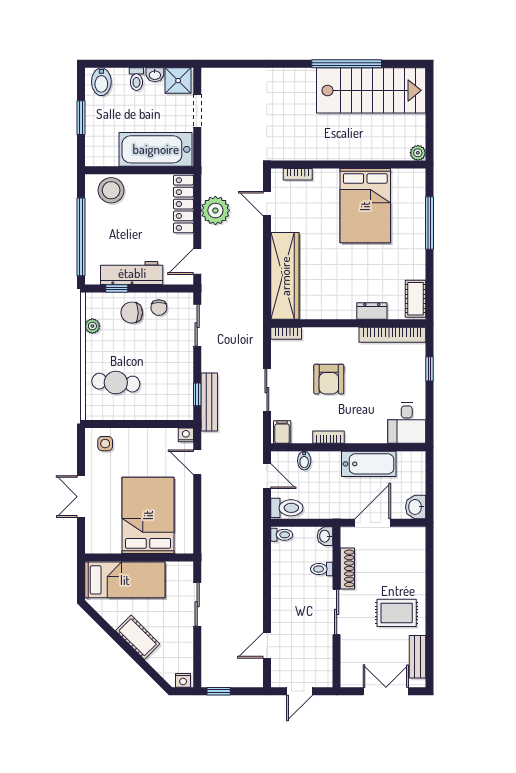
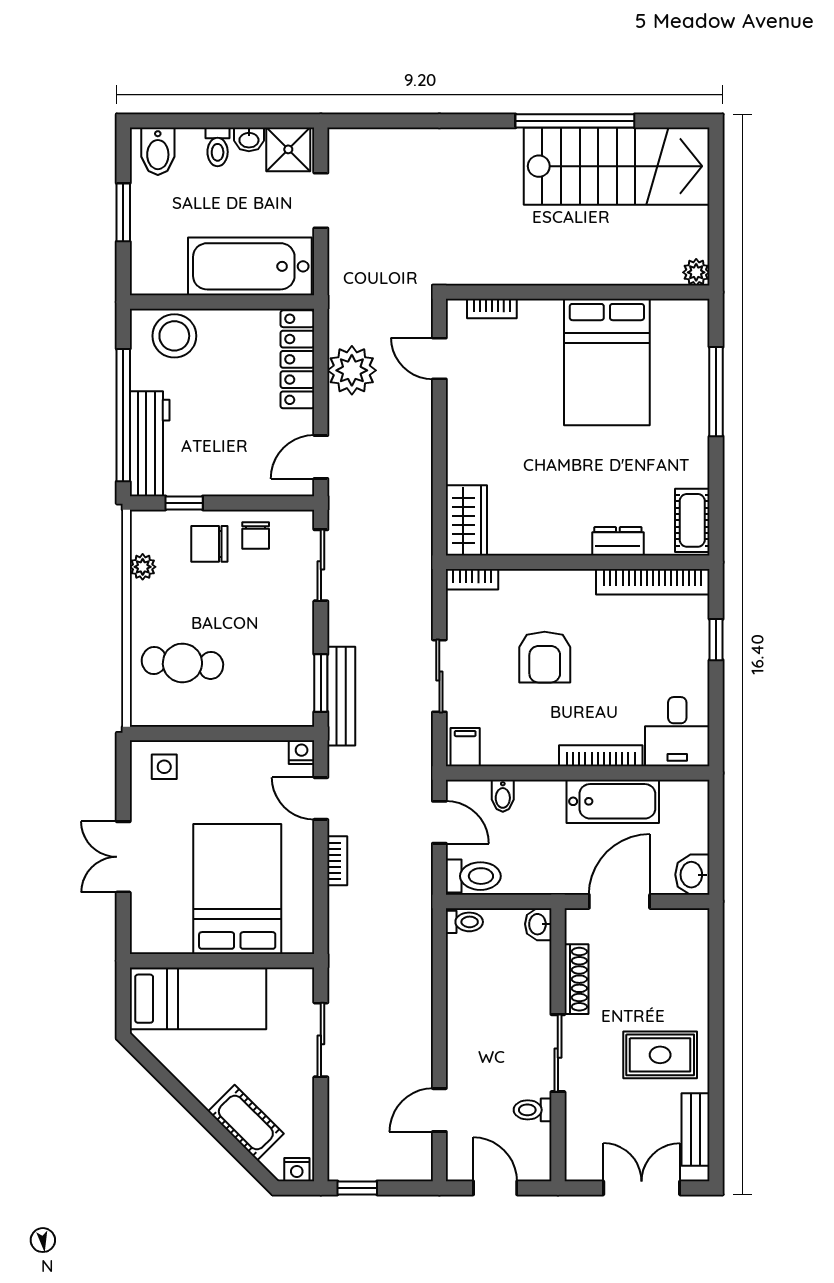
workbench: (132, 273) -> (150, 444), moved, turned 90
wardrobe: (285, 276) -> (466, 520), width x0.48, depth x0.85
window: (197, 394) -> (321, 683), width x1.50
bookcase: (329, 437) -> (601, 756), moved, width x1.56
bookcase: (207, 499) -> (337, 861), added
toilet: (322, 569) -> (533, 1110), moved
cot: (138, 637) -> (246, 1122), moved
door: (300, 691) -> (495, 1188), swing flipped

